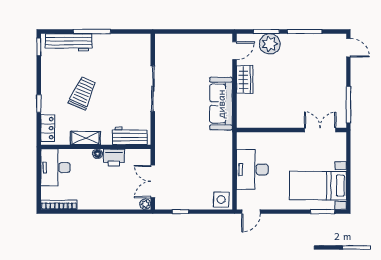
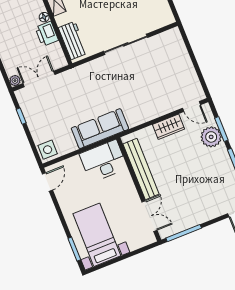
sofa: (221, 104) -> (100, 129), moved
bench: (273, 120) -> (141, 169), added
desk: (252, 170) -> (103, 161), moved
door: (251, 212) -> (47, 182), swing flipped

